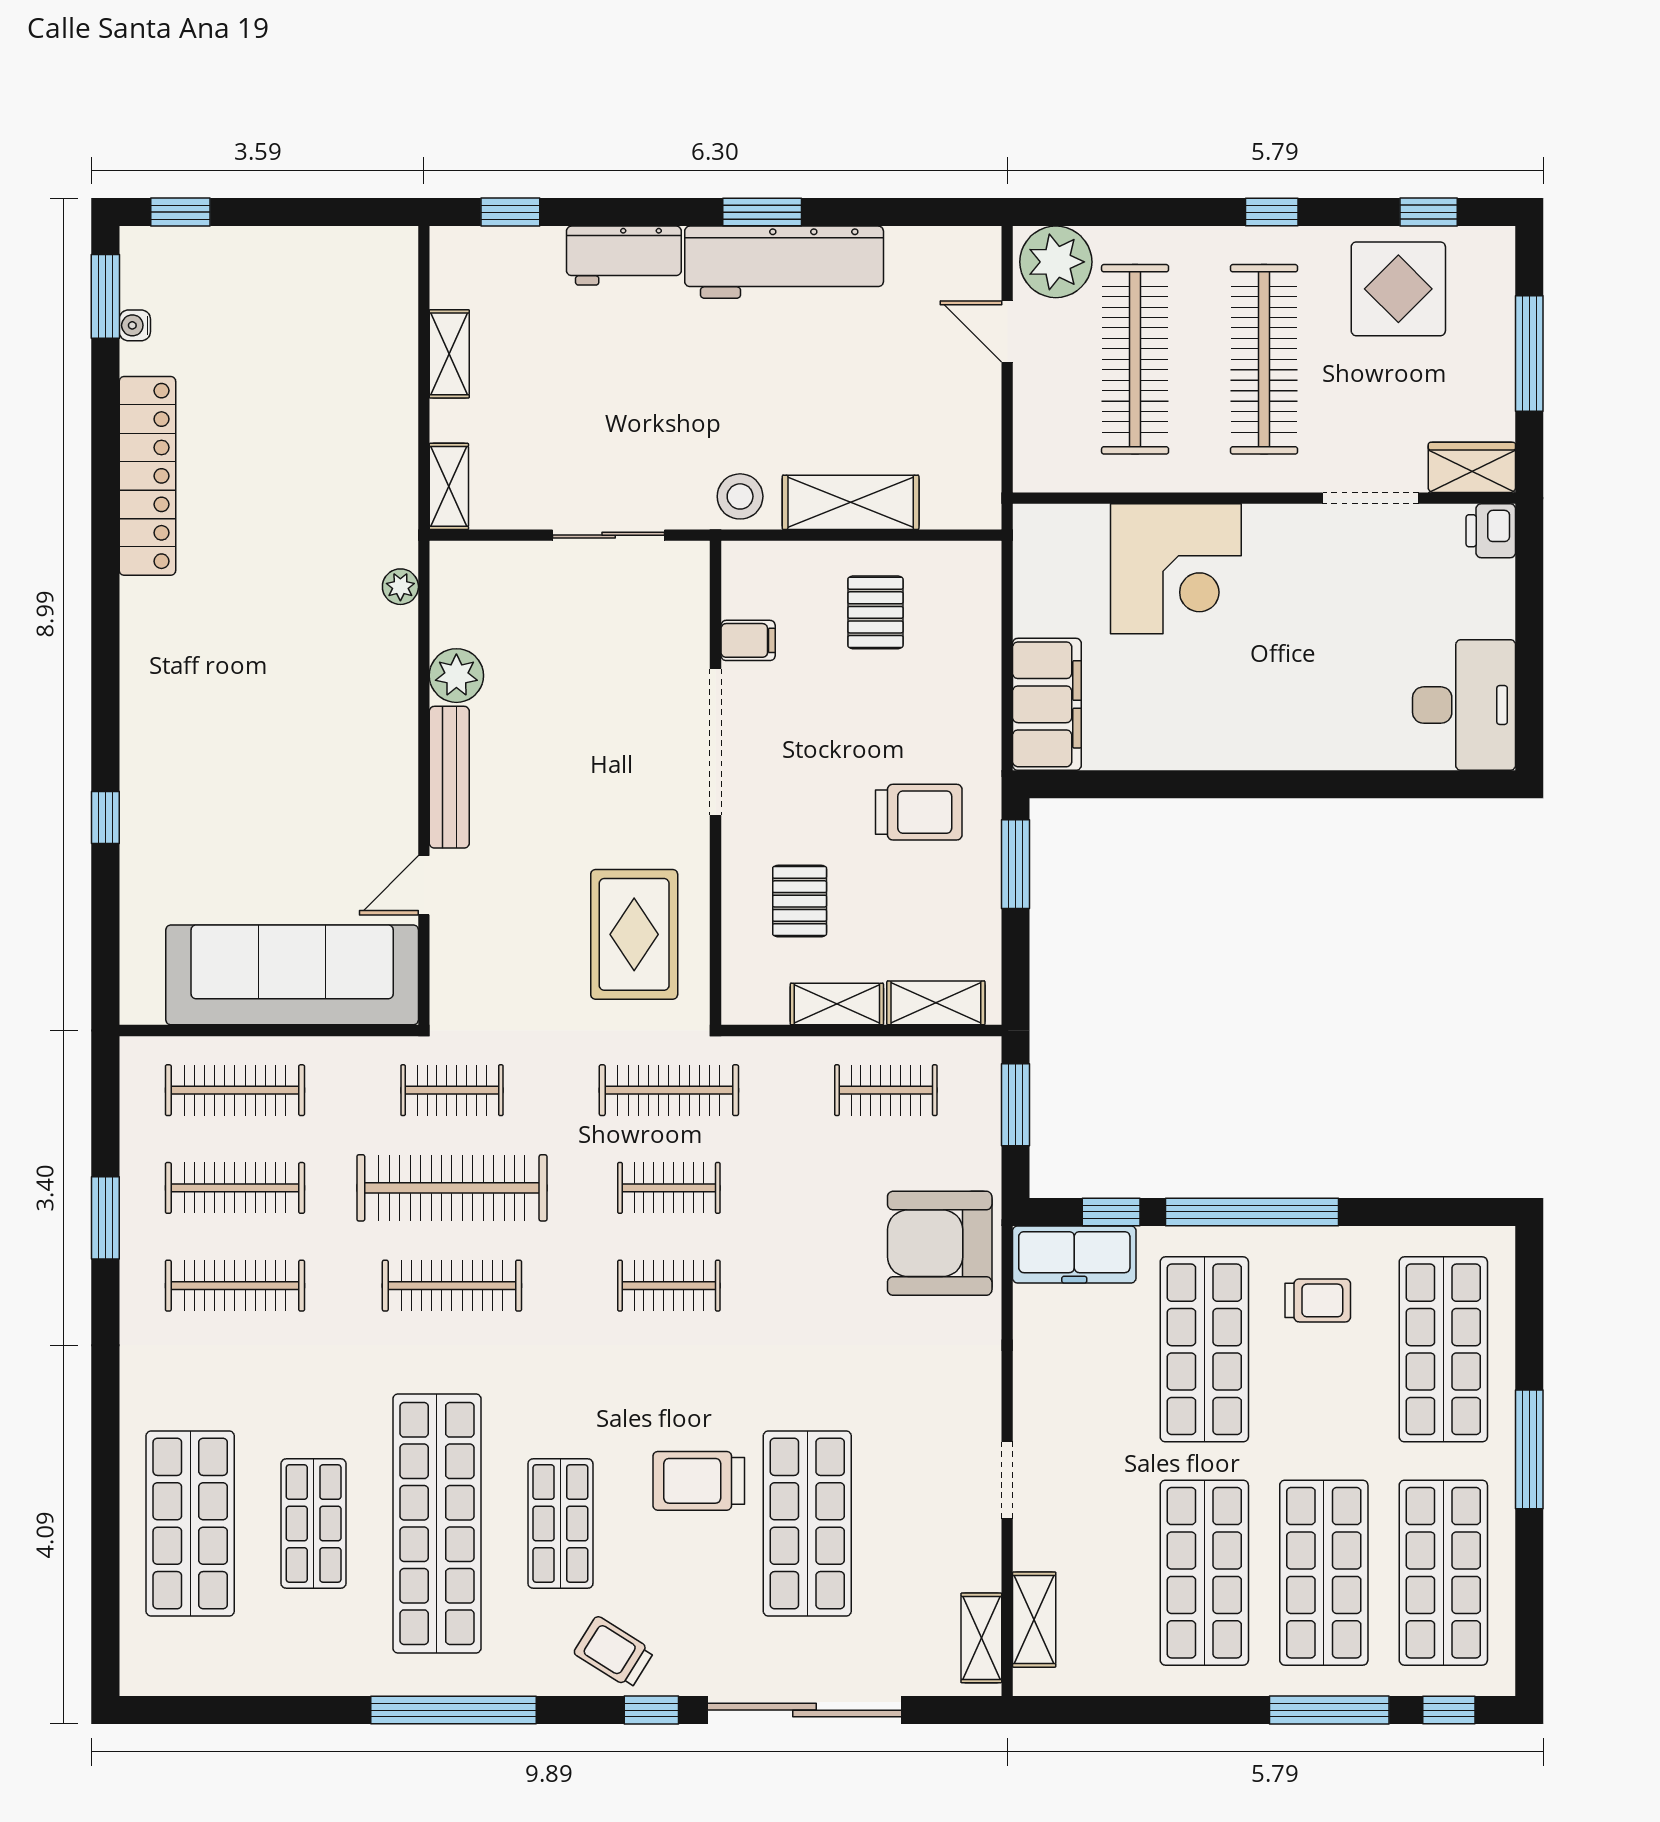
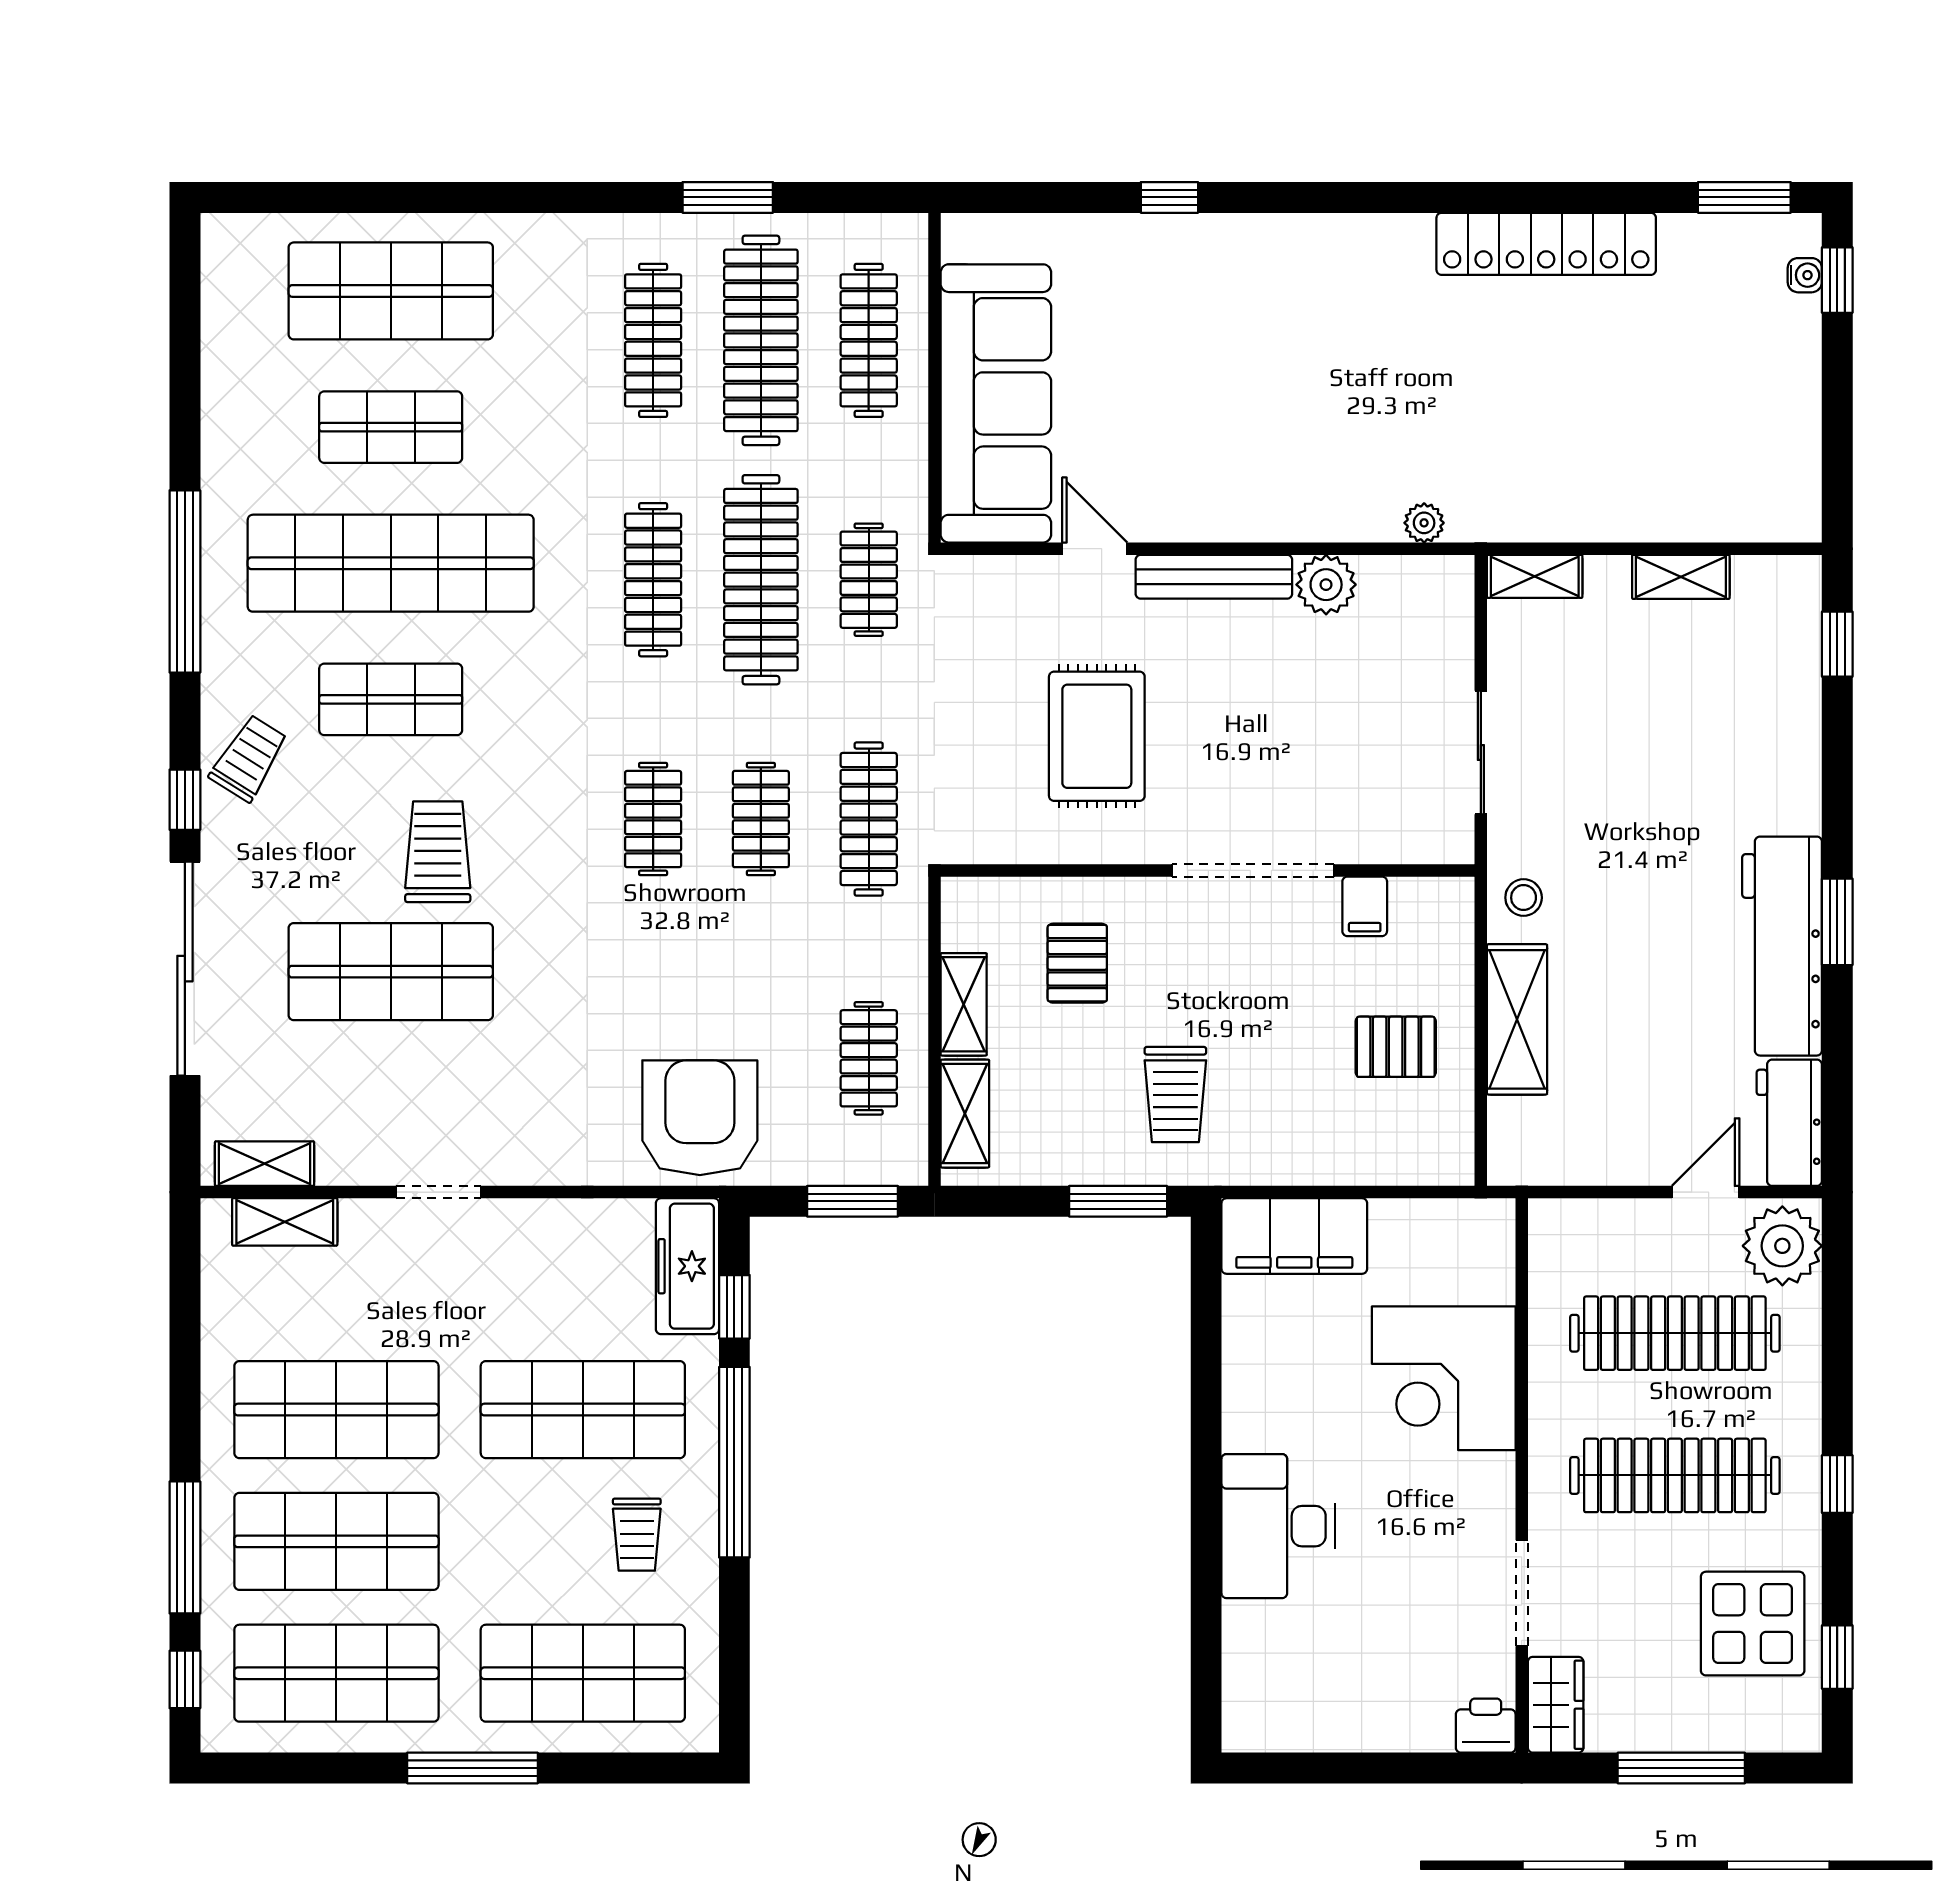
workbench: (624, 256) -> (1789, 1123), moved
water cooler: (135, 325) -> (1805, 275), moved, turned 90
stool: (740, 496) -> (1524, 898), width x0.73, depth x0.73
desk: (1464, 705) -> (1278, 1526), moved, turned 90
pallet: (800, 901) -> (1077, 963), turned 90
rug: (634, 934) -> (1097, 736), moved, turned 90
clothes rail: (235, 1188) -> (761, 340), width x1.37, depth x1.31

